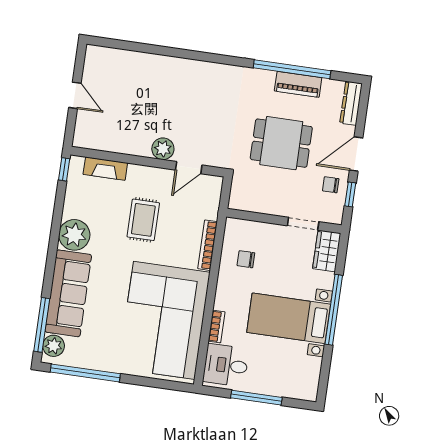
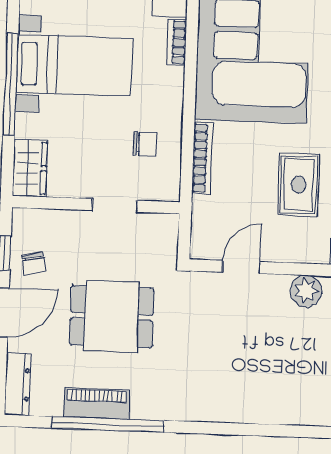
plant: (163, 149) -> (306, 291), moved
chair: (331, 185) -> (34, 264), turned 77
doorway: (303, 224) -> (115, 205), moved

